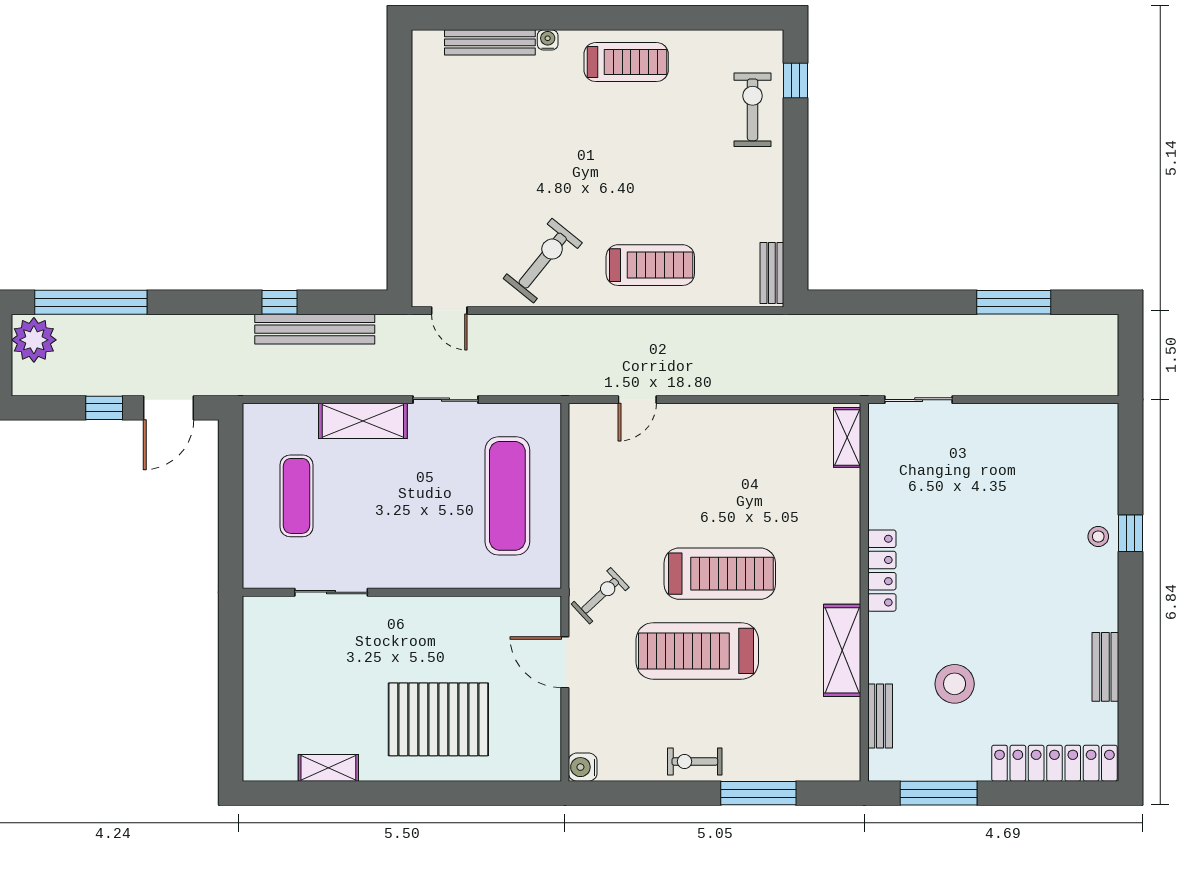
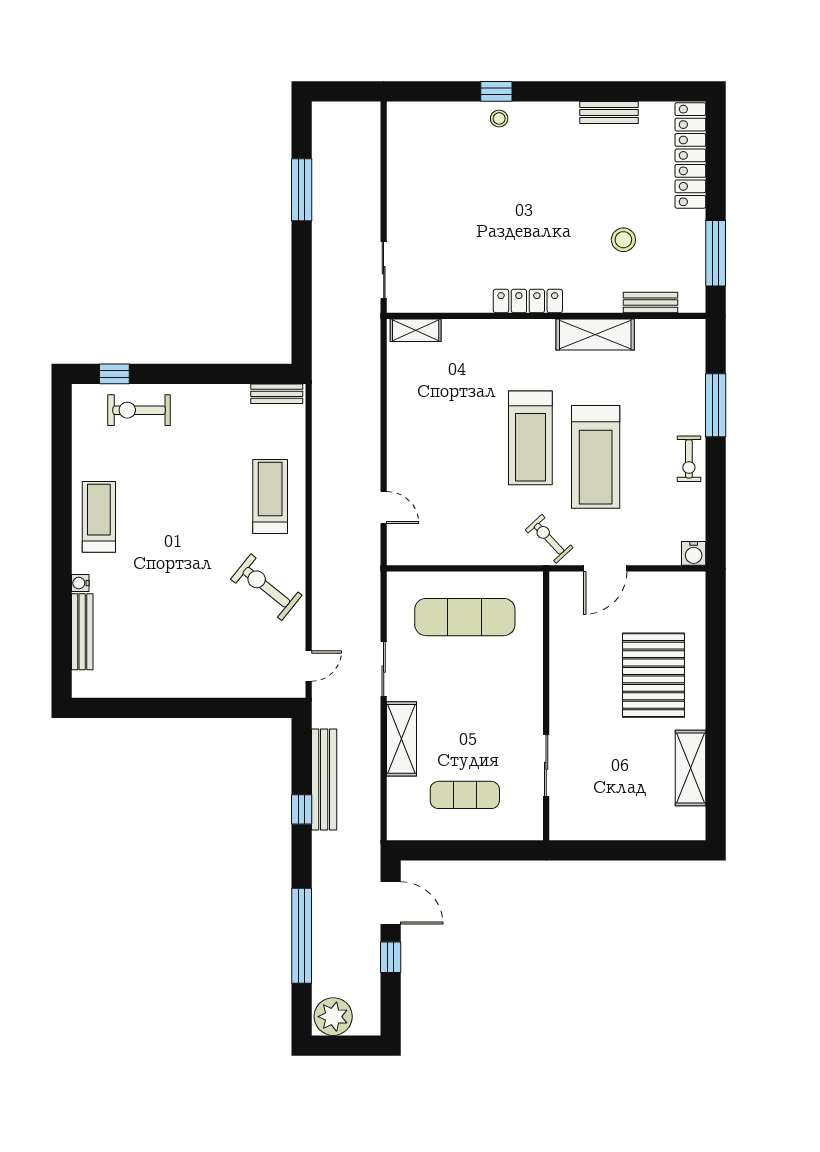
window: (91, 302) -> (302, 936), moved
treadmill: (720, 574) -> (530, 438), turned 180
stool: (955, 684) -> (623, 240), width x0.73, depth x0.73
shelving: (328, 768) -> (690, 768), width x1.50, depth x1.33

